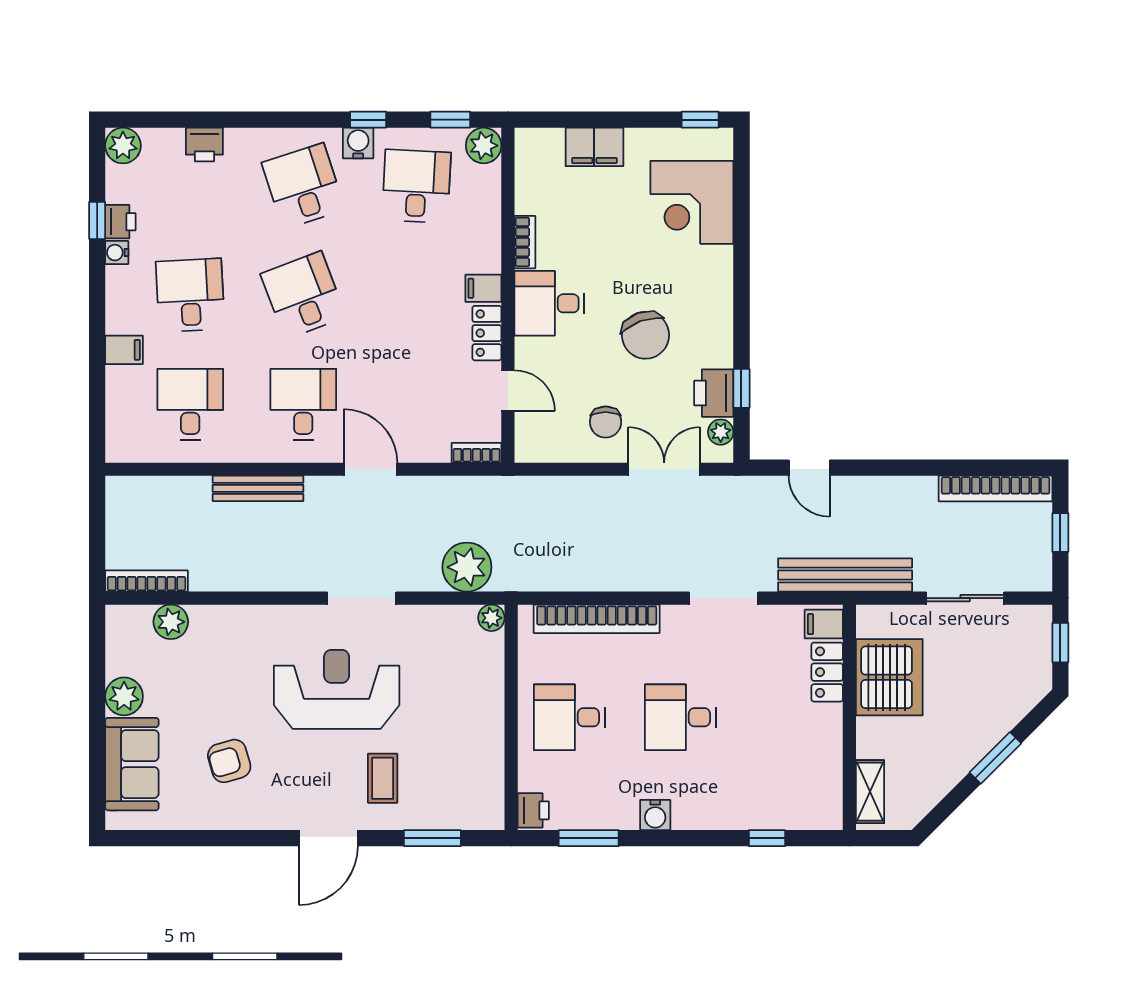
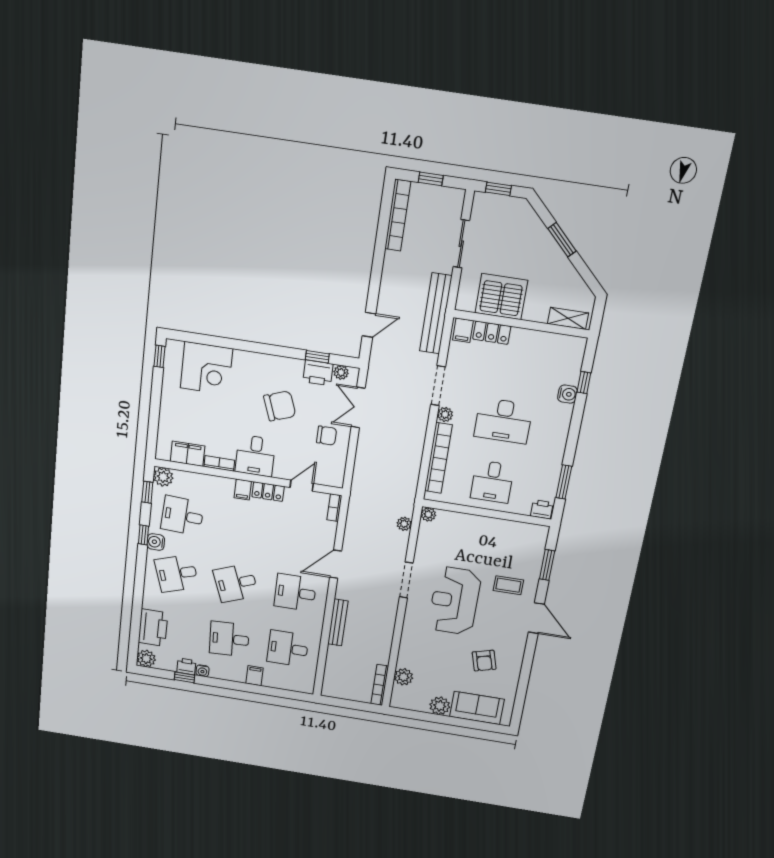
printer: (204, 145) -> (153, 628), width x1.87, depth x1.48
filing cabinet: (594, 147) -> (187, 454), moved, turned -90
plant: (467, 567) -> (404, 524), width x0.53, depth x0.53
plant: (675, 618) -> (445, 414), added
desk: (680, 717) -> (503, 421), width x1.37
water cooler: (655, 815) -> (567, 394), moved

